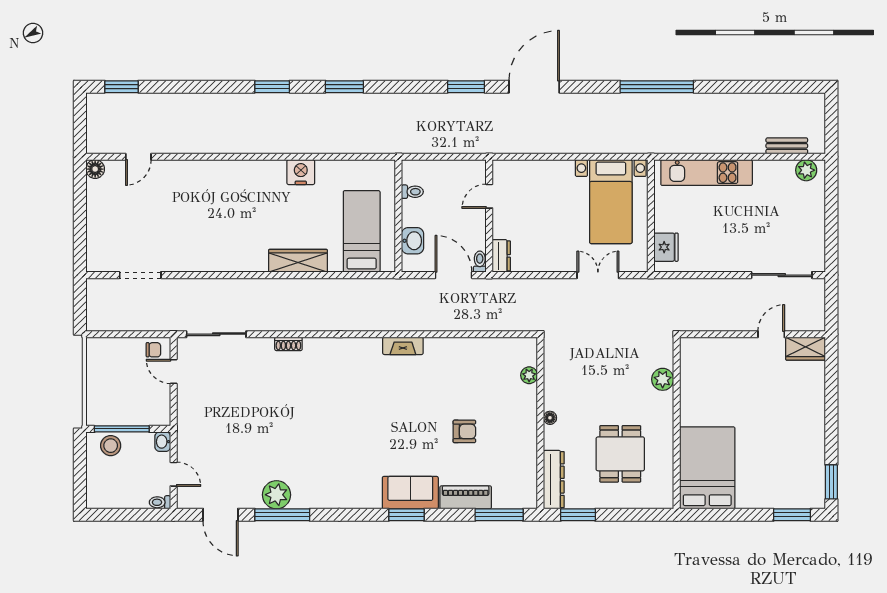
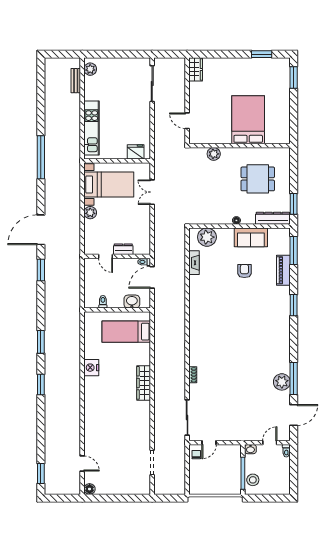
door: (534, 87) -> (41, 230), hinge flipped
plant: (563, 170) -> (90, 213), added
dresser: (501, 256) -> (123, 249), moved
wardrobe: (298, 261) -> (144, 383), moved
door: (771, 334) -> (187, 121), moved
fireplace: (403, 346) -> (194, 263), moved
plant: (529, 375) -> (207, 237), width x1.88, depth x1.88
bed: (707, 468) -> (248, 120), moved, turned 90
window: (831, 482) -> (262, 54), moved
sofa: (410, 493) -> (251, 237), moved, turned -90

